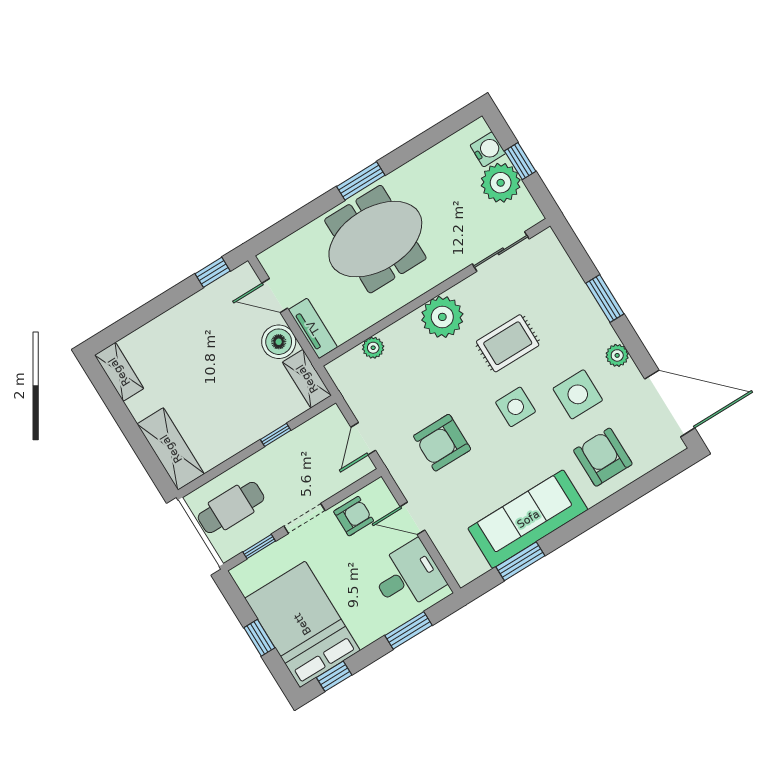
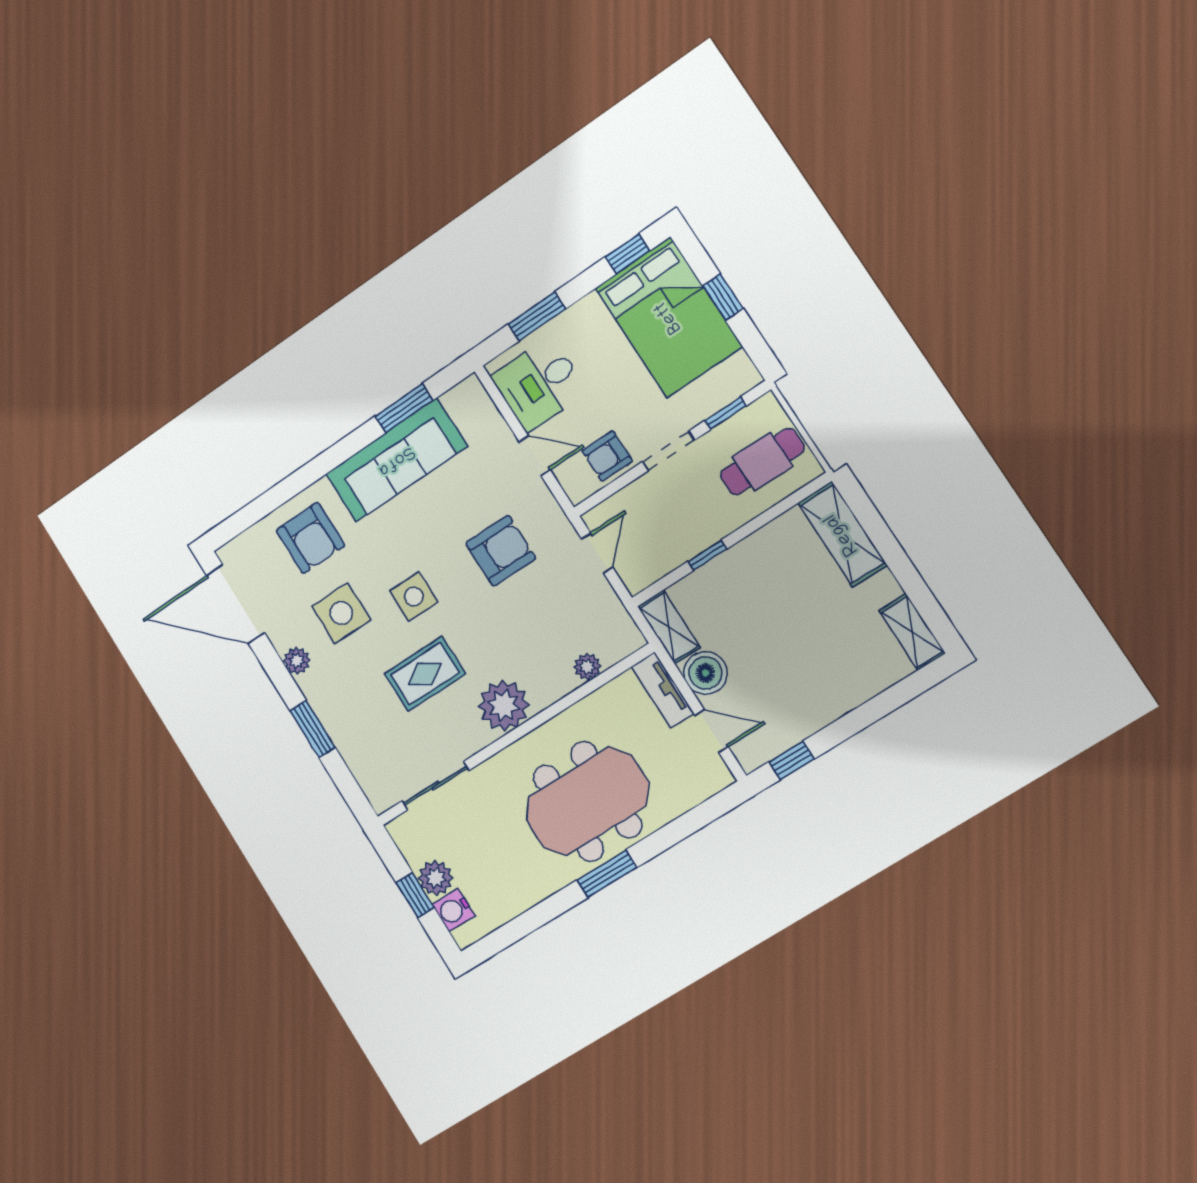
plant: (501, 183) -> (436, 878), width x0.73, depth x0.73

